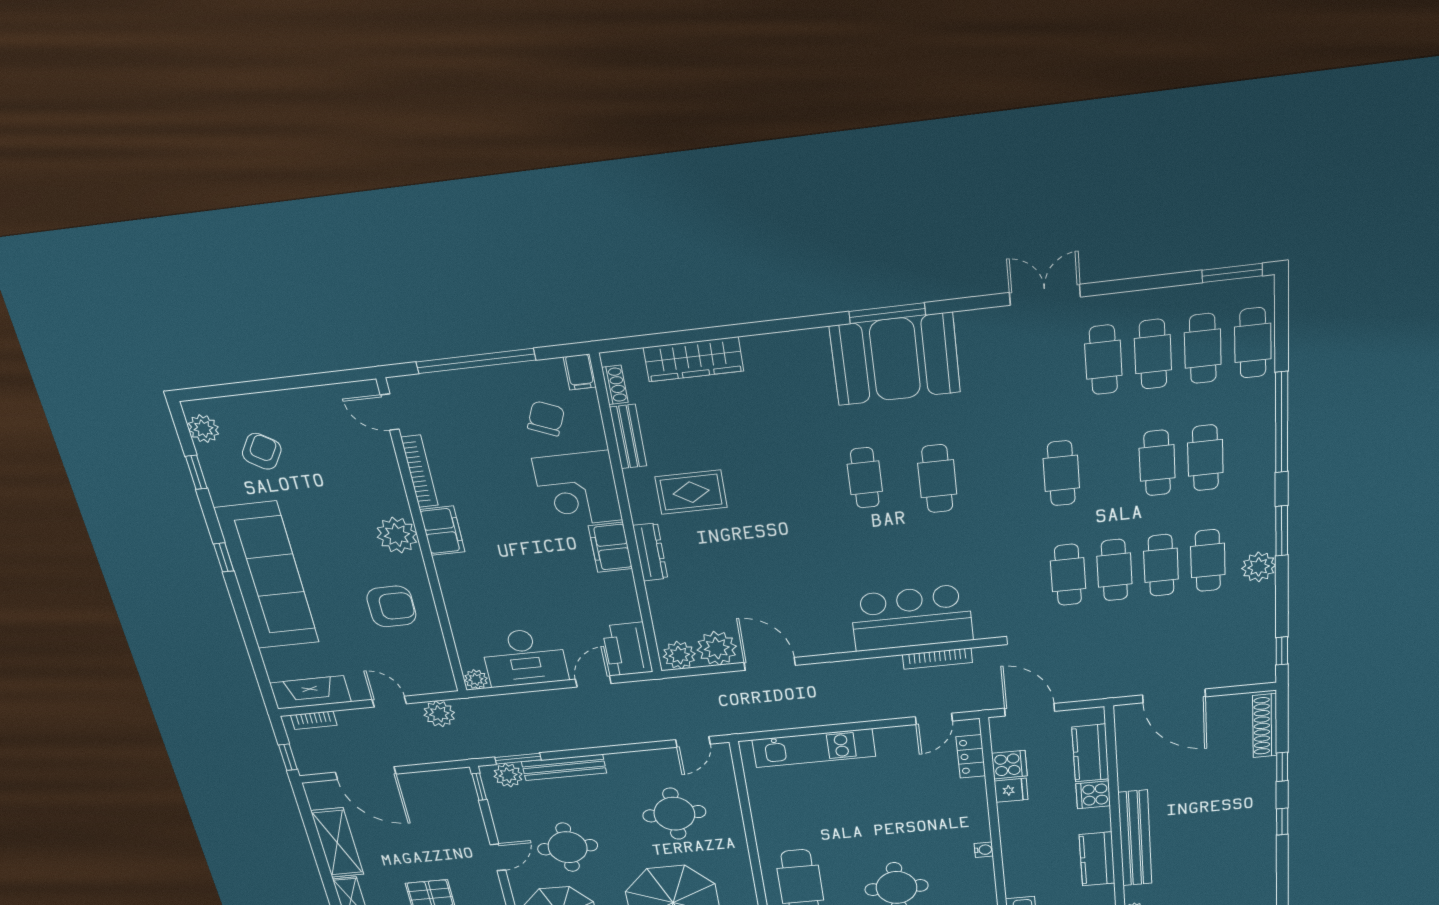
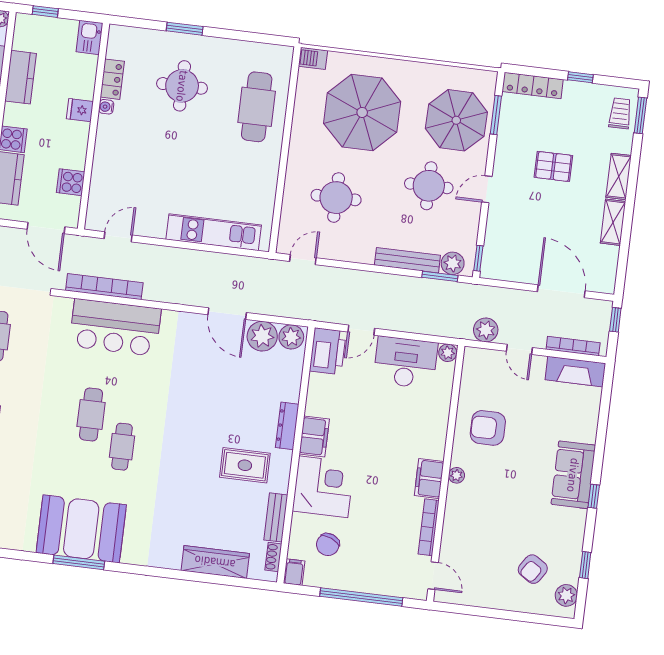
cafe table: (937, 479) -> (91, 415), moved
plant: (397, 535) -> (457, 475), width x0.53, depth x0.53
sofa: (267, 576) -> (573, 475), width x0.54, depth x0.79
bookcase: (937, 659) -> (104, 287), width x1.48, depth x1.31
bookcase: (314, 720) -> (573, 346), width x1.56
locker: (971, 756) -> (112, 79), moved
fridge: (1011, 790) -> (80, 110), moved
shelving: (337, 843) -> (613, 222), width x0.67, depth x0.75

